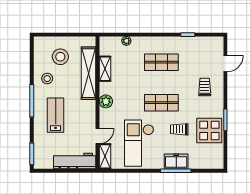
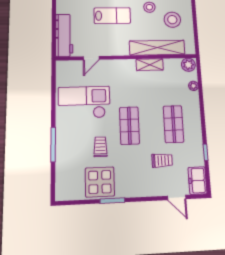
shelving: (105, 69) -> (150, 65), moved
trolley: (205, 87) -> (162, 160), moved
plant: (106, 101) -> (188, 65), moved
door: (97, 136) -> (91, 58), hinge flipped
shelving: (105, 156) -> (69, 66), removed
freezer: (176, 161) -> (197, 181), moved, turned 180

